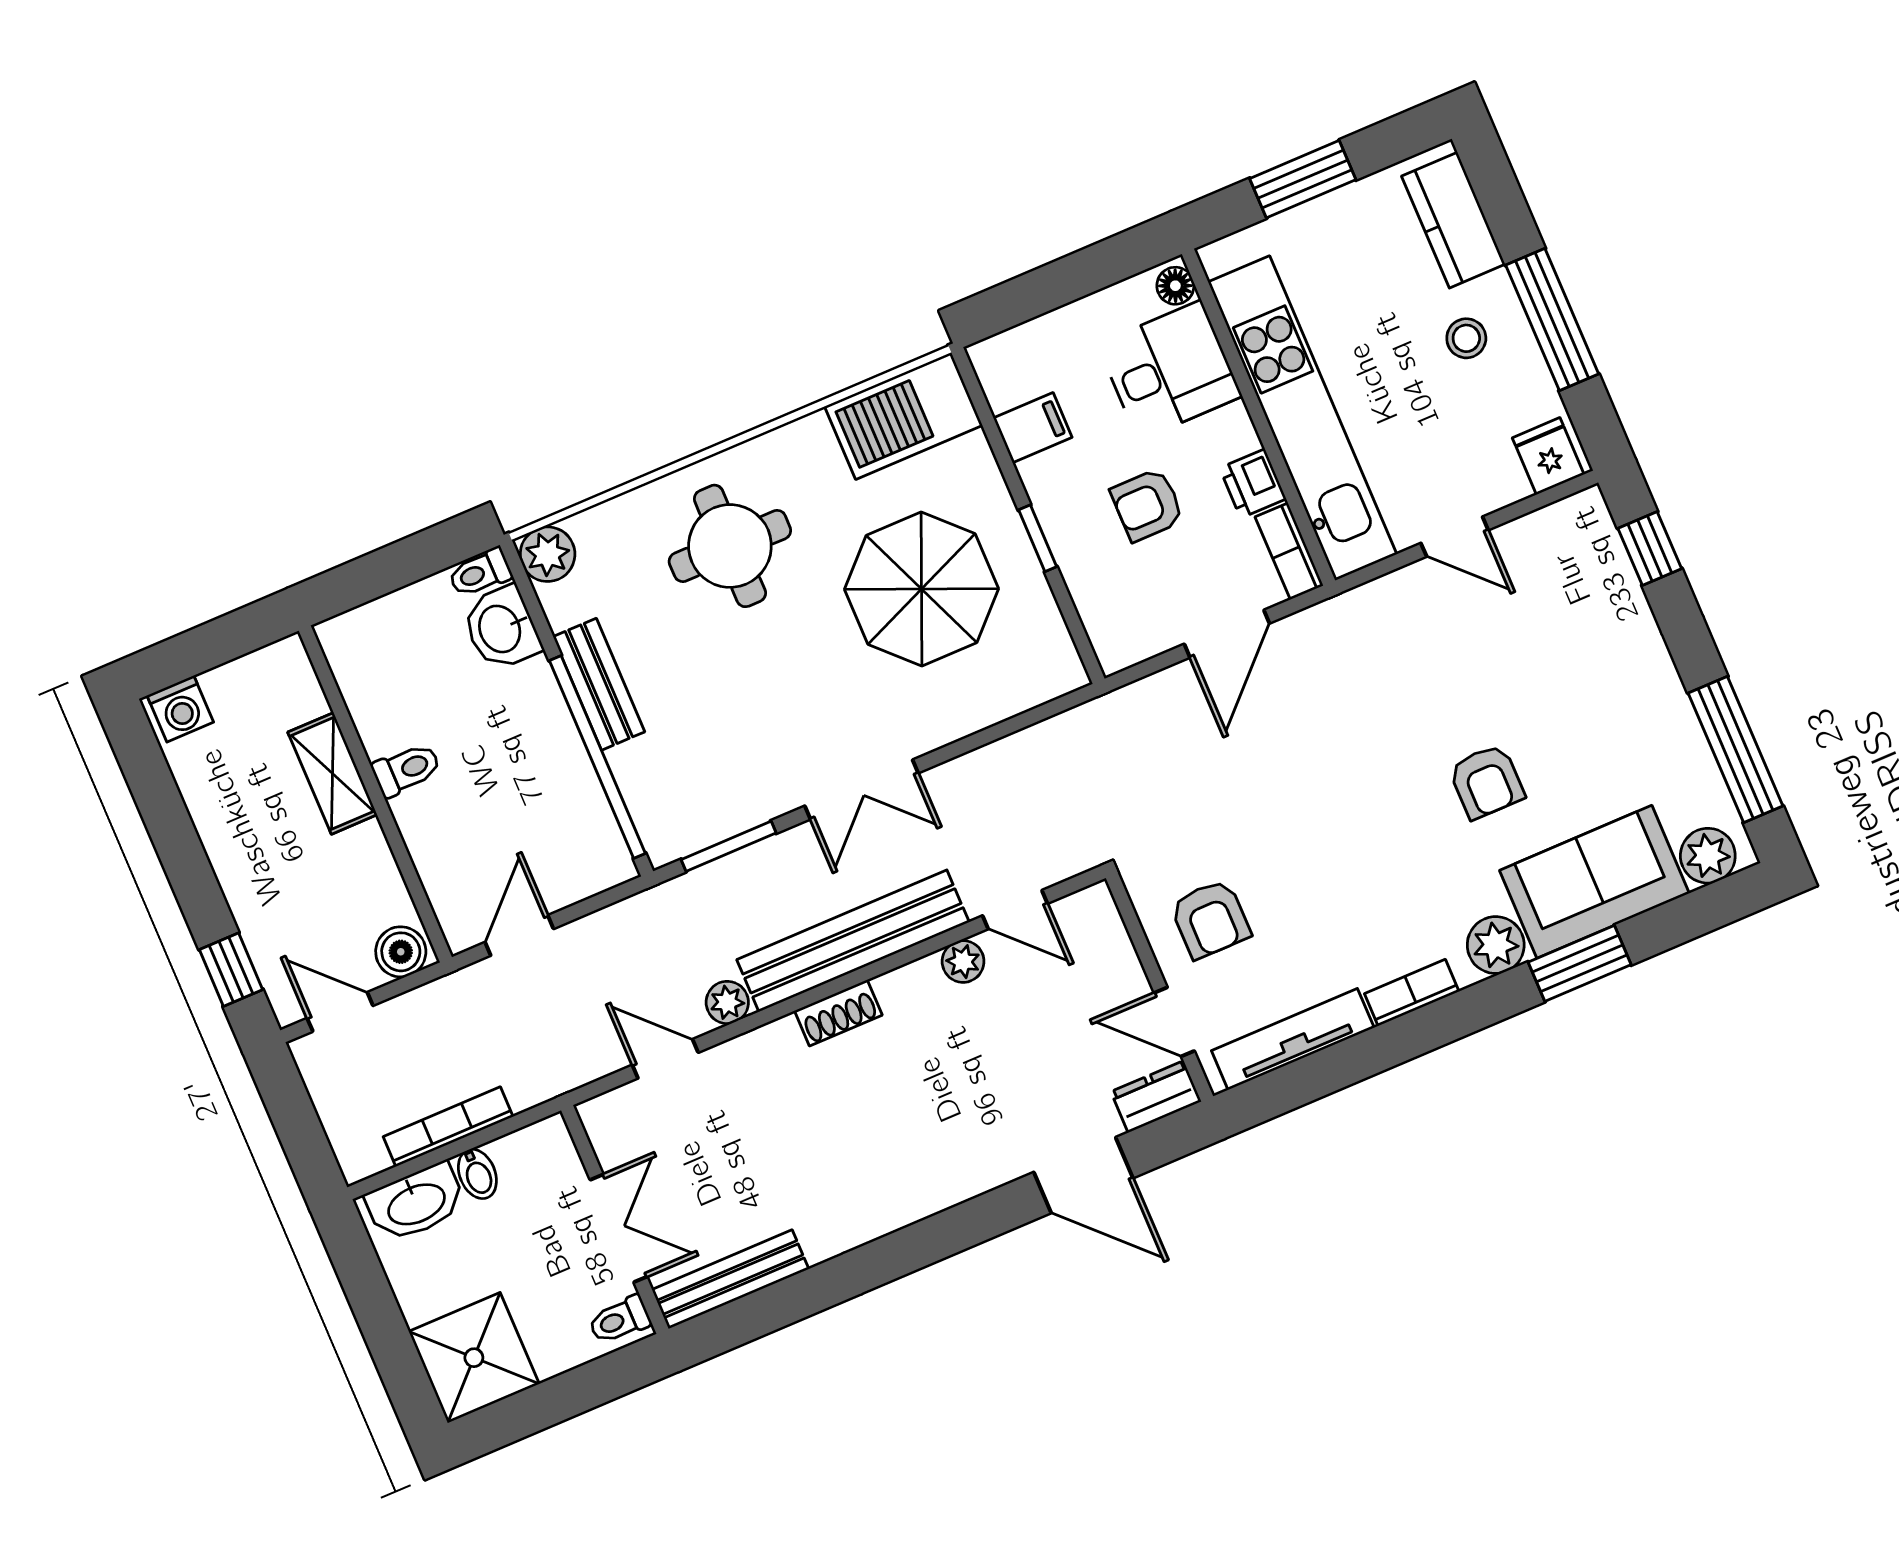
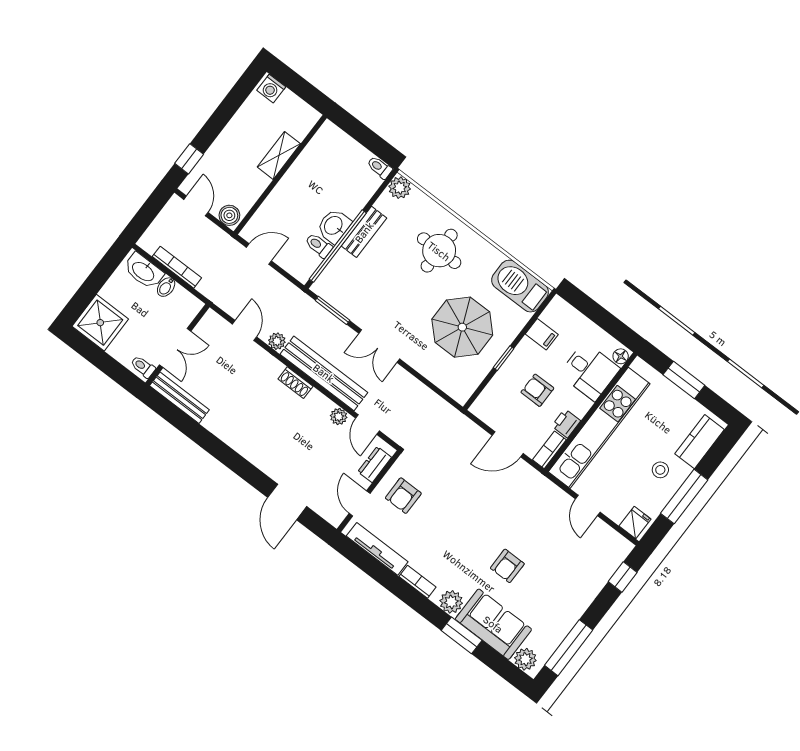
washbasin: (501, 628) -> (334, 226), moved
toilet: (406, 770) -> (319, 245), moved, turned 180
dresser: (1156, 1097) -> (375, 465), moved, turned -90

